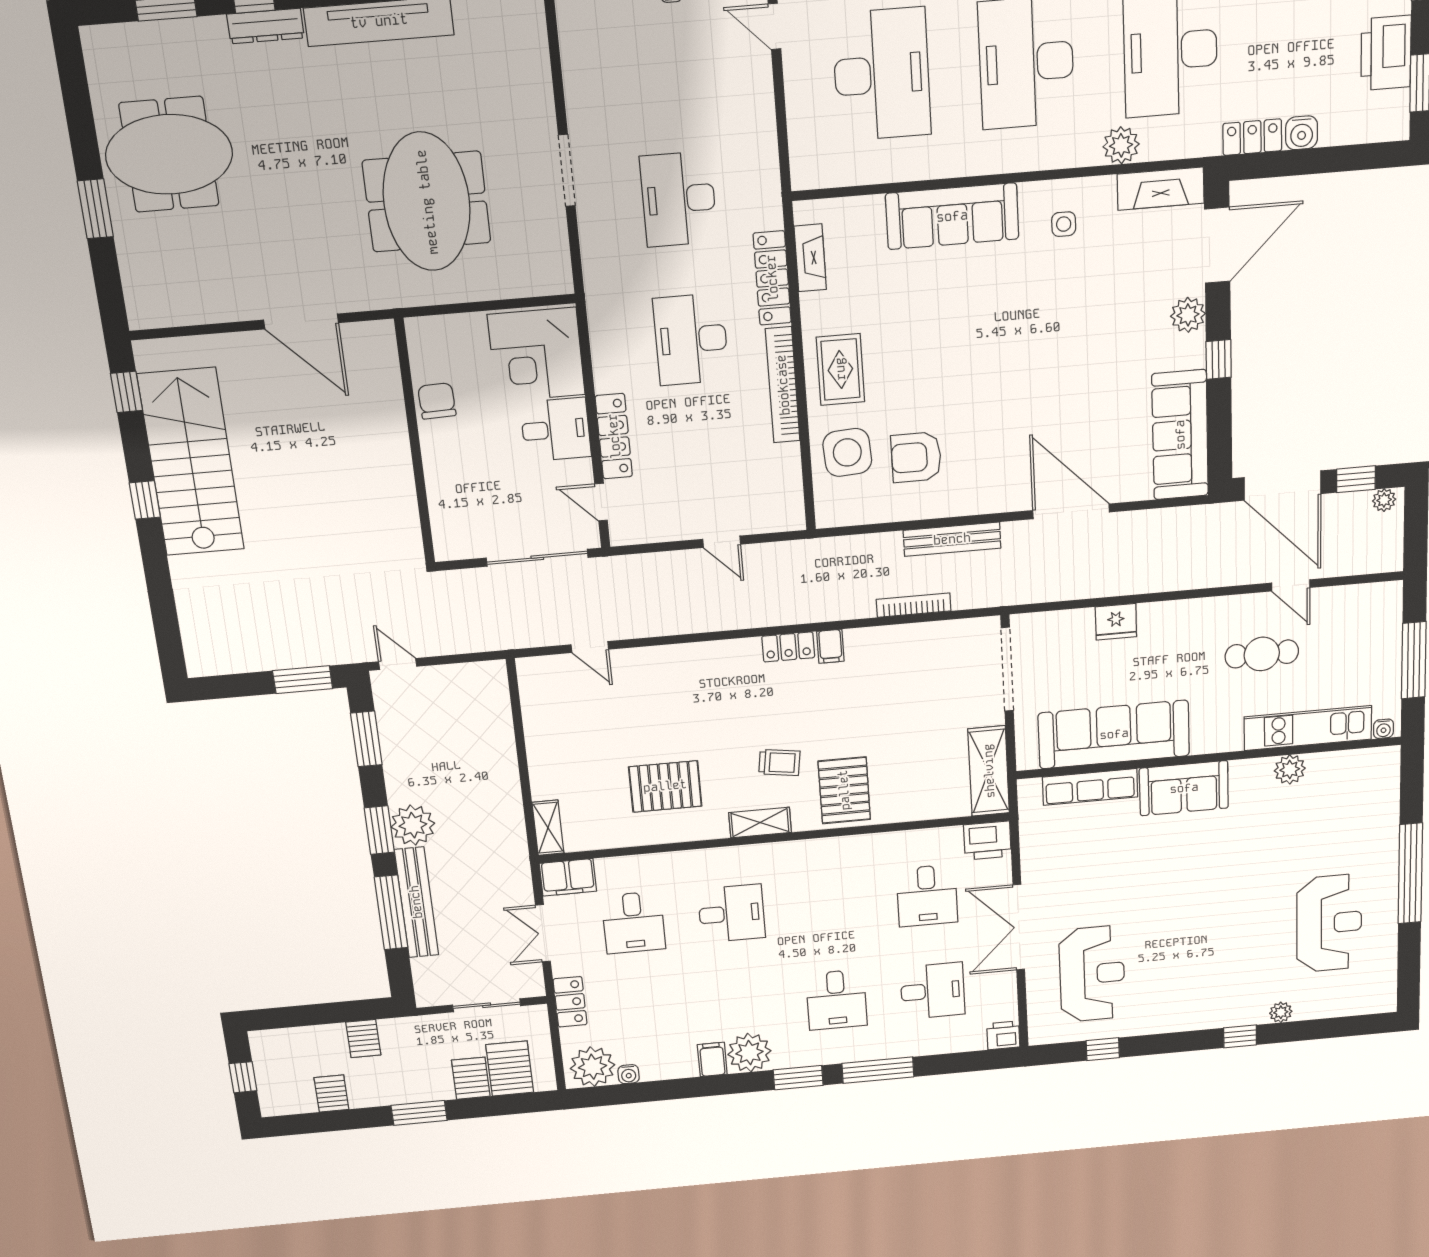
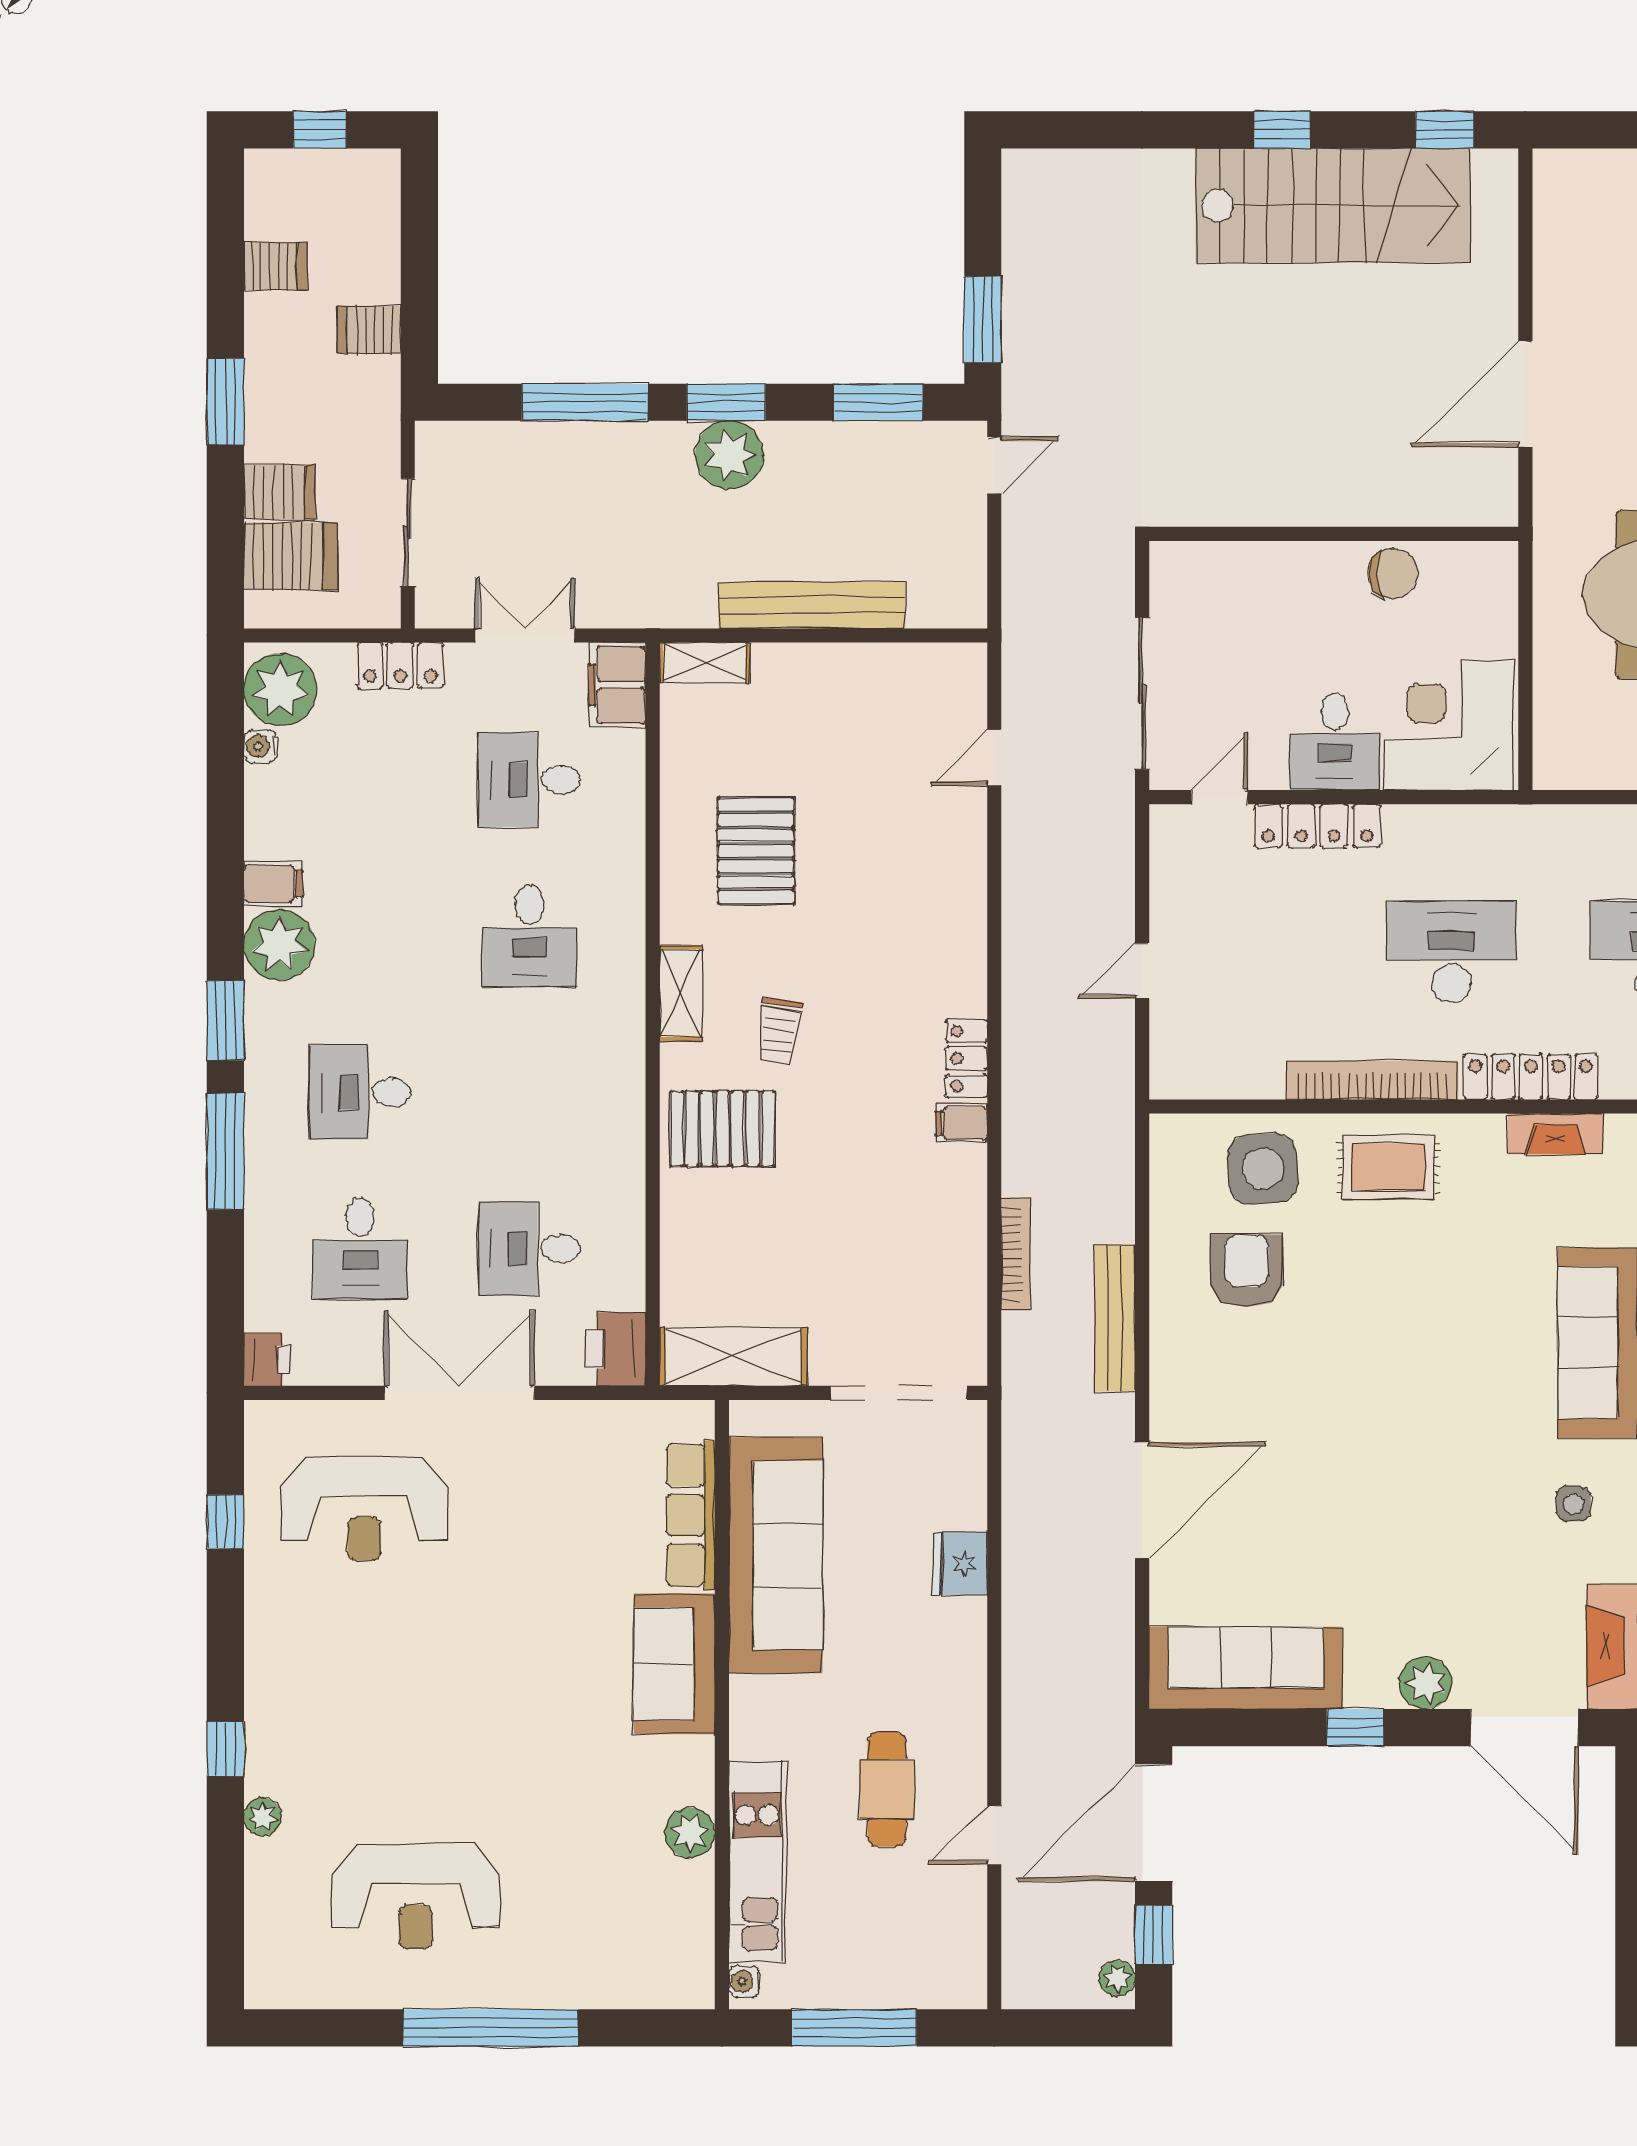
bench: (416, 902) -> (812, 605), moved

